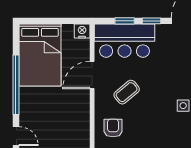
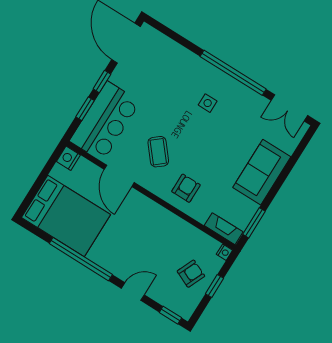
armchair: (113, 128) -> (186, 188), turned 90

